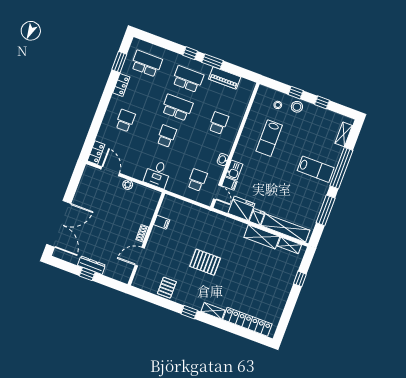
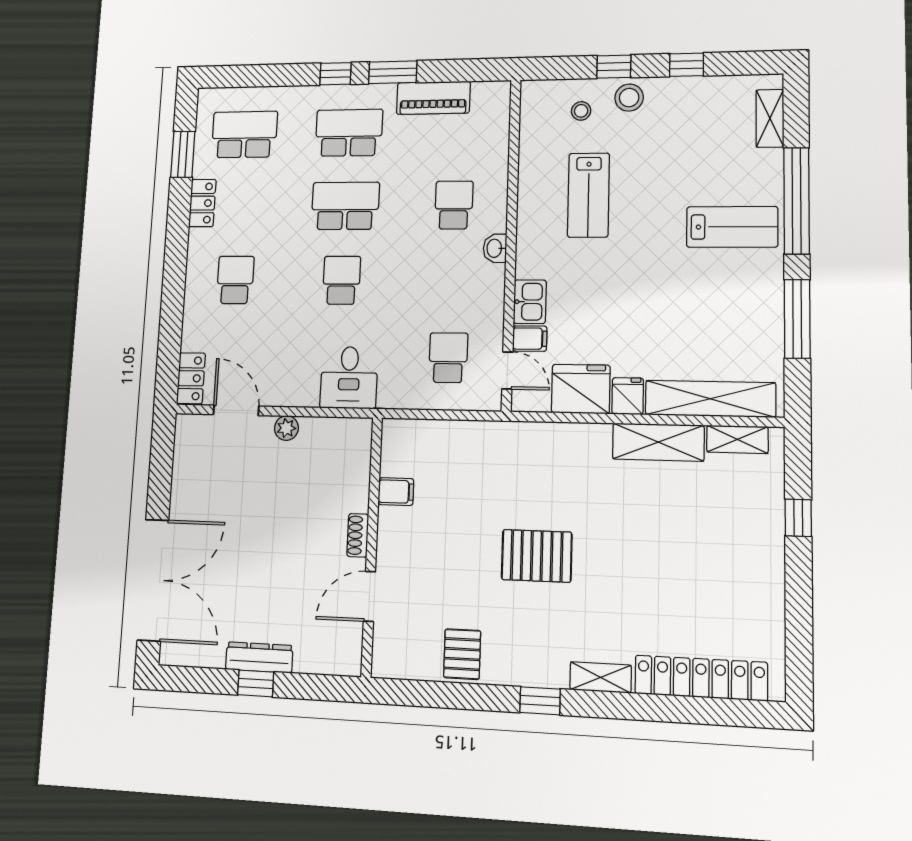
washbasin: (223, 160) -> (495, 248), moved

